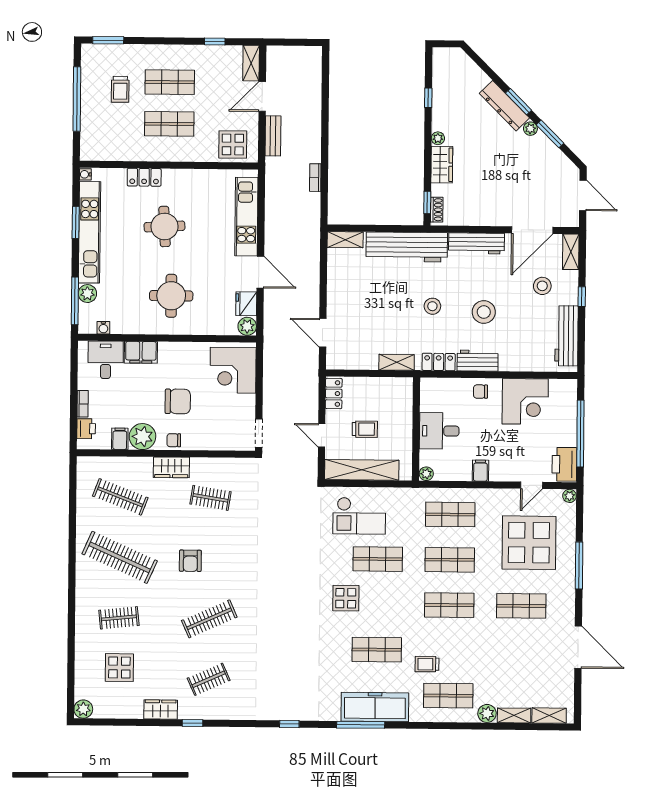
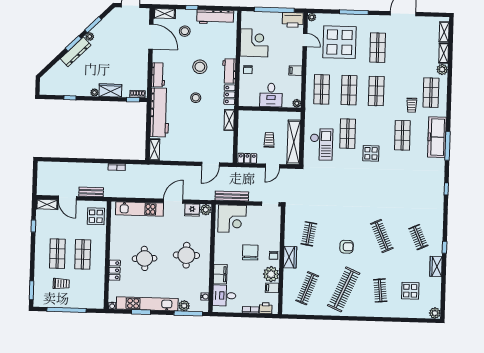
workbench: (477, 243) -> (158, 75), width x0.73
bench: (271, 369) -> (232, 196), added

